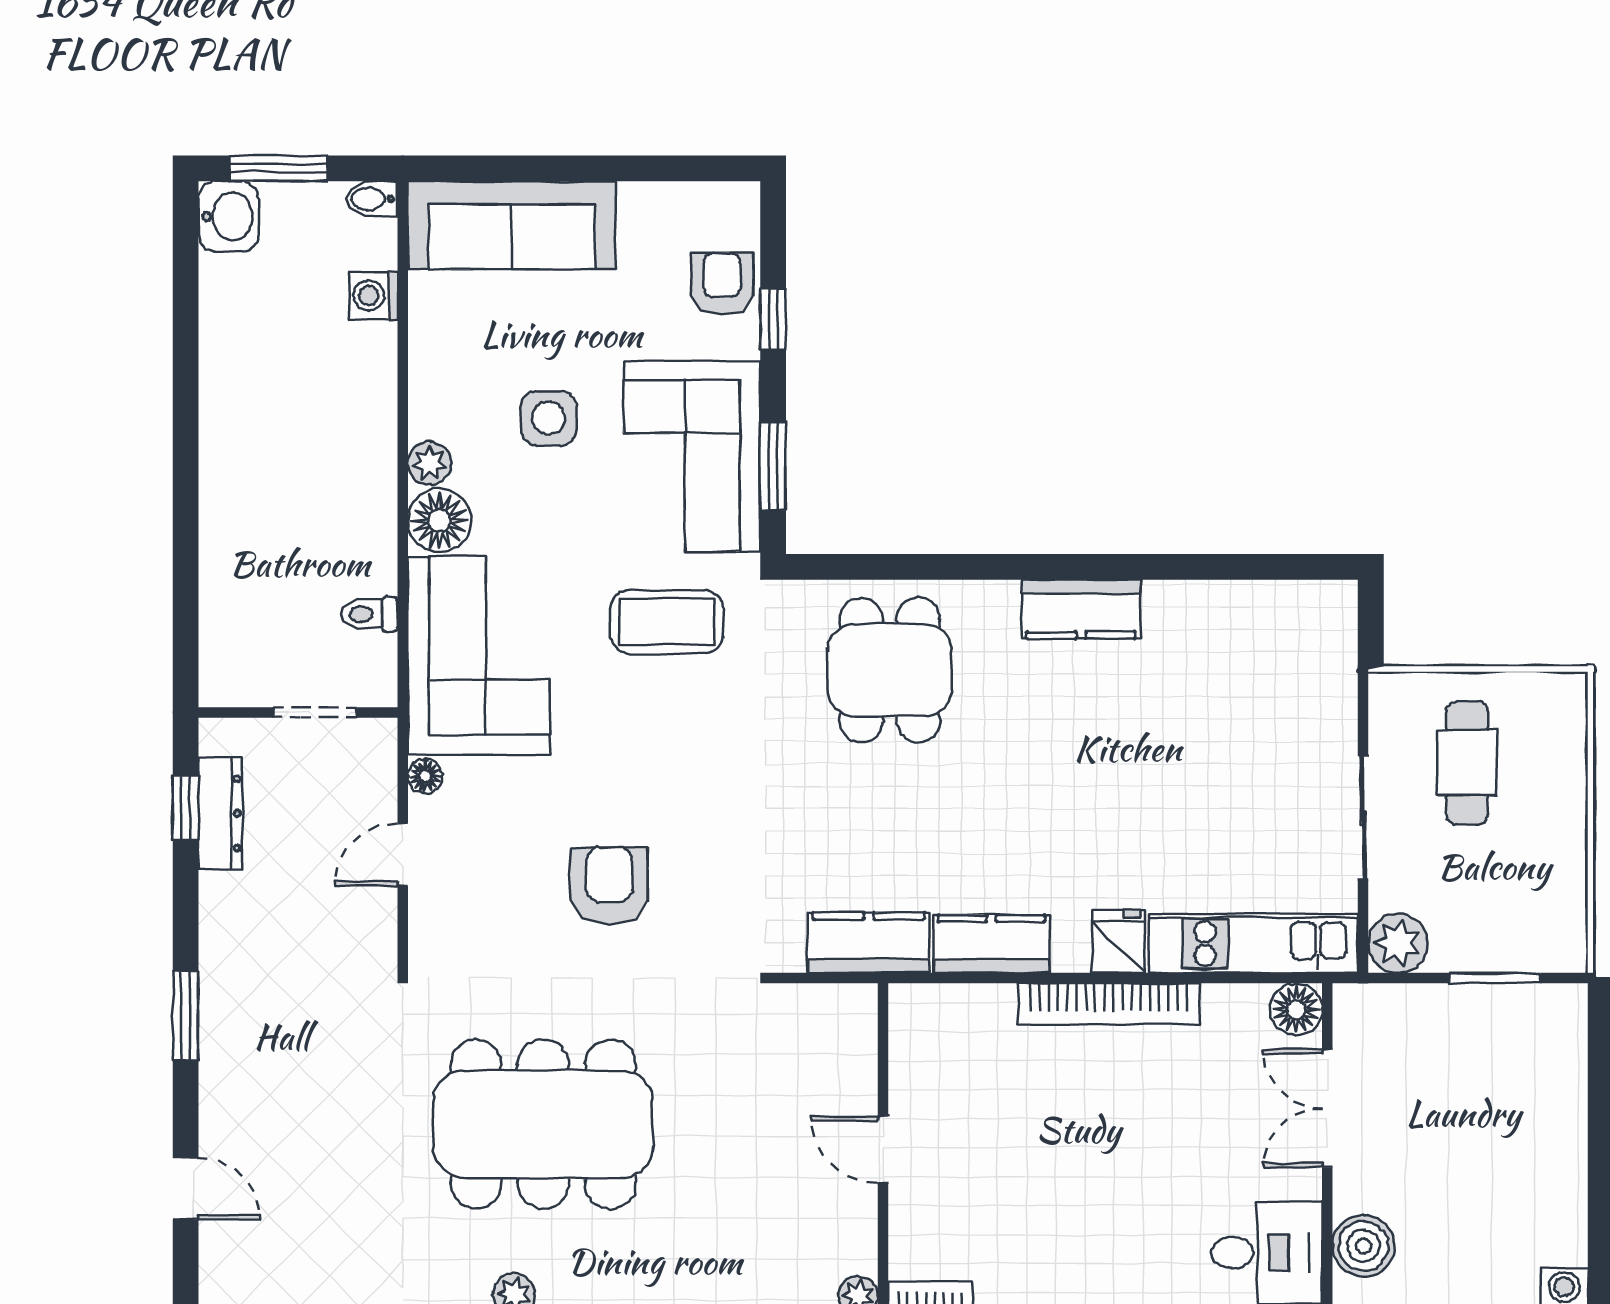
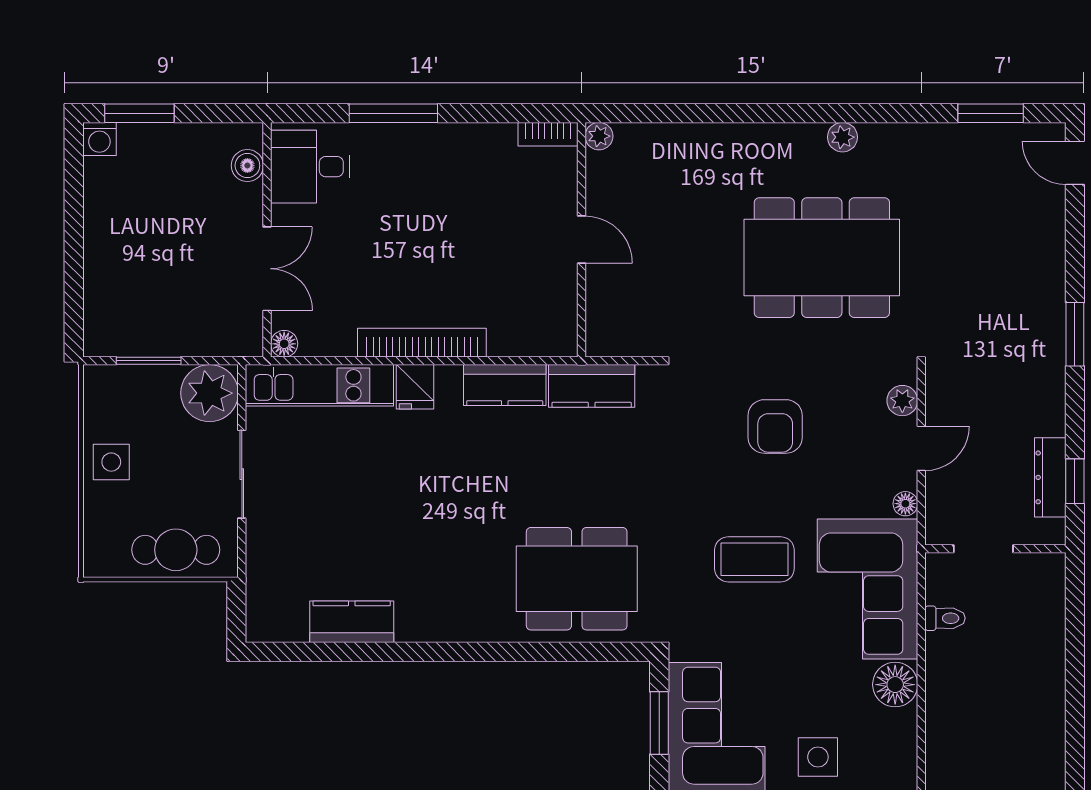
plant: (429, 463) -> (902, 401), moved
kitchen counter: (1081, 609) -> (352, 622), moved
coffee table: (667, 622) -> (754, 559), moved
dining table: (890, 670) -> (577, 579), width x1.37
cafe table: (1467, 763) -> (176, 550), moved, turned 90
side table: (1548, 835) -> (111, 462), added
plant: (1398, 943) -> (210, 393), width x1.36, depth x1.36
floor lamp: (1296, 1009) -> (284, 344), width x0.73, depth x0.73
door: (186, 1189) -> (1075, 163), moved
boiler: (1363, 1246) -> (247, 166), width x0.73, depth x0.73

